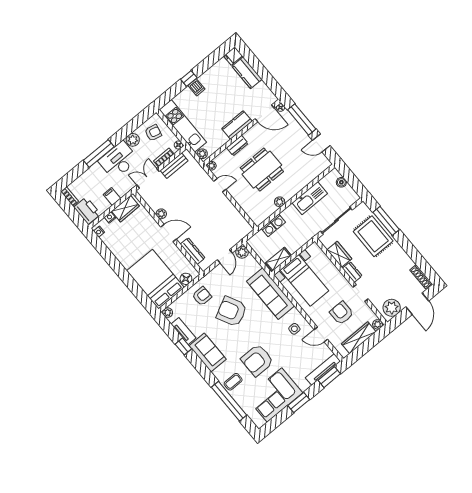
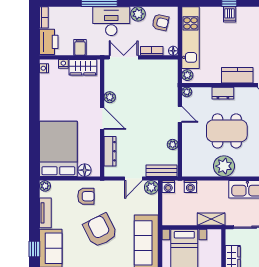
bench: (174, 166) -> (161, 171), moved
plant: (280, 202) -> (224, 166), width x1.88, depth x1.88
plant: (232, 210) -> (173, 144), added
washing machine: (278, 222) -> (168, 187), moved
shelving: (278, 259) -> (211, 219), moved
window: (183, 346) -> (34, 249), moved

